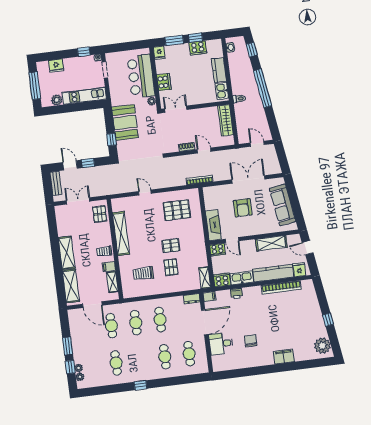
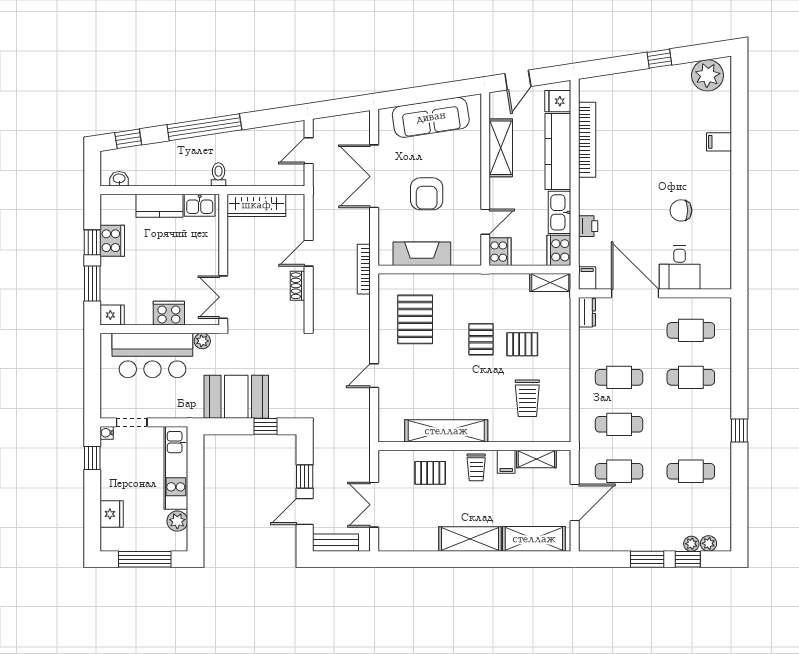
armchair: (243, 208) -> (427, 194), turned 90
pallet: (100, 214) -> (430, 473), moved
fireplace: (213, 225) -> (422, 254), moved
filing cabinet: (284, 357) -> (719, 142), width x0.50

